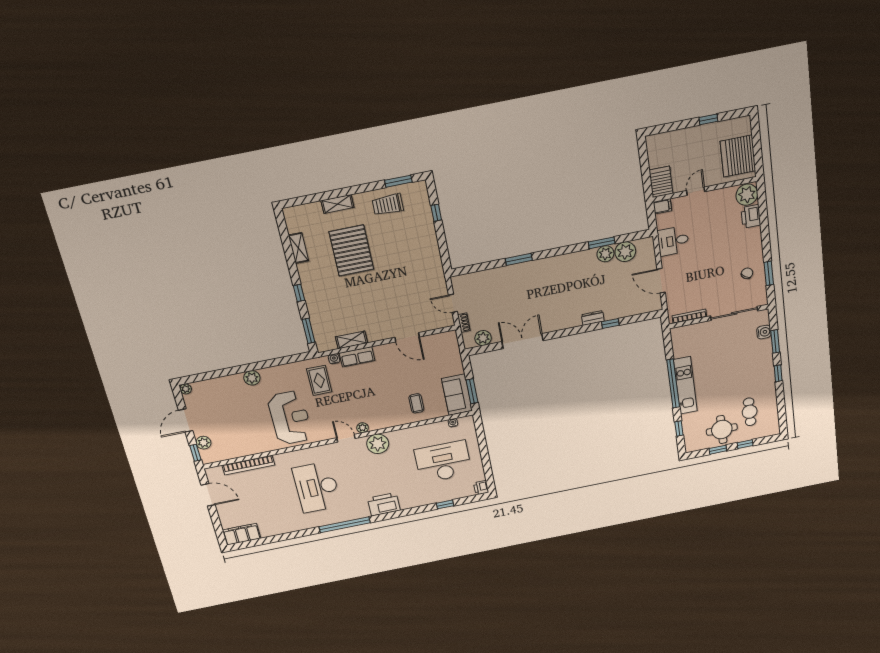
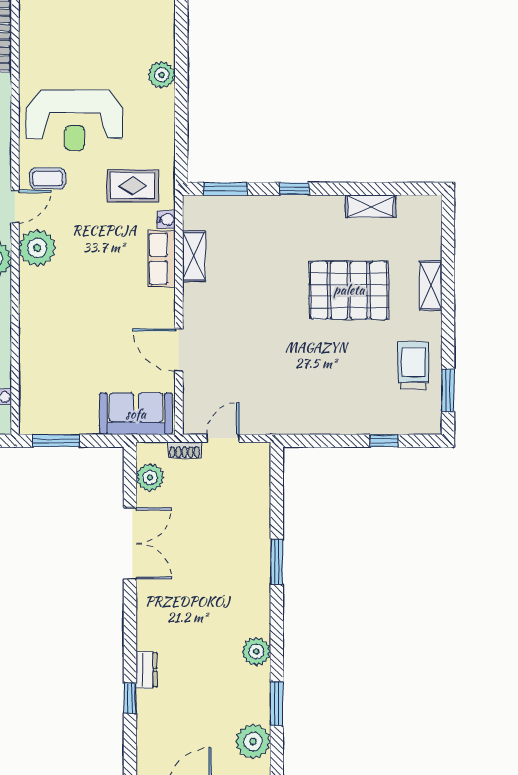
plant: (605, 254) -> (256, 652), moved
door: (407, 337) -> (179, 350), hinge flipped
sofa: (457, 395) -> (136, 414), moved
coffee table: (416, 403) -> (48, 178), moved
plant: (362, 428) -> (37, 248), width x1.88, depth x1.88

